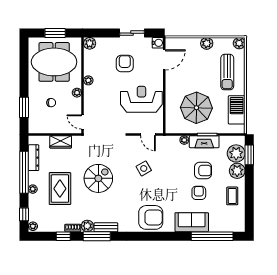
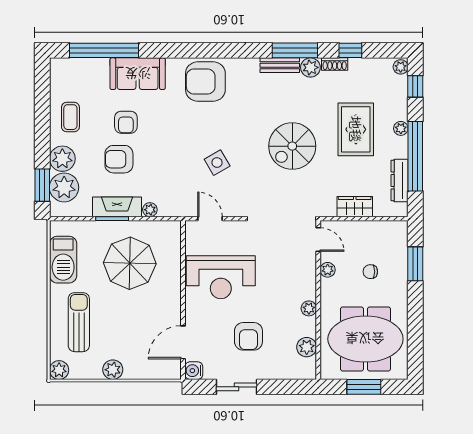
plant: (90, 43) -> (307, 347), moved
plant: (77, 93) -> (328, 270), moved

